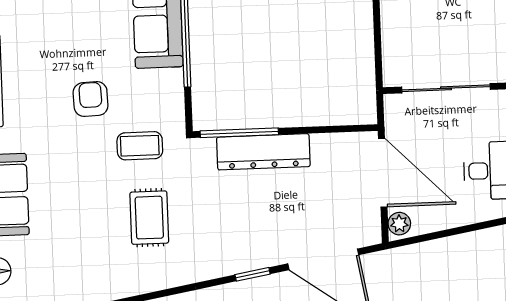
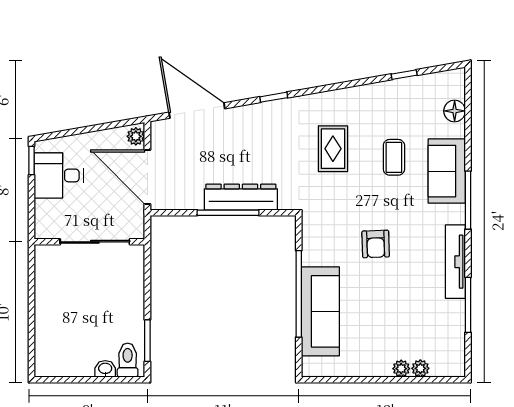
window: (239, 133) -> (228, 213), moved
coffee table: (140, 146) -> (394, 157), moved, turned 90
window: (253, 274) -> (274, 97), moved

